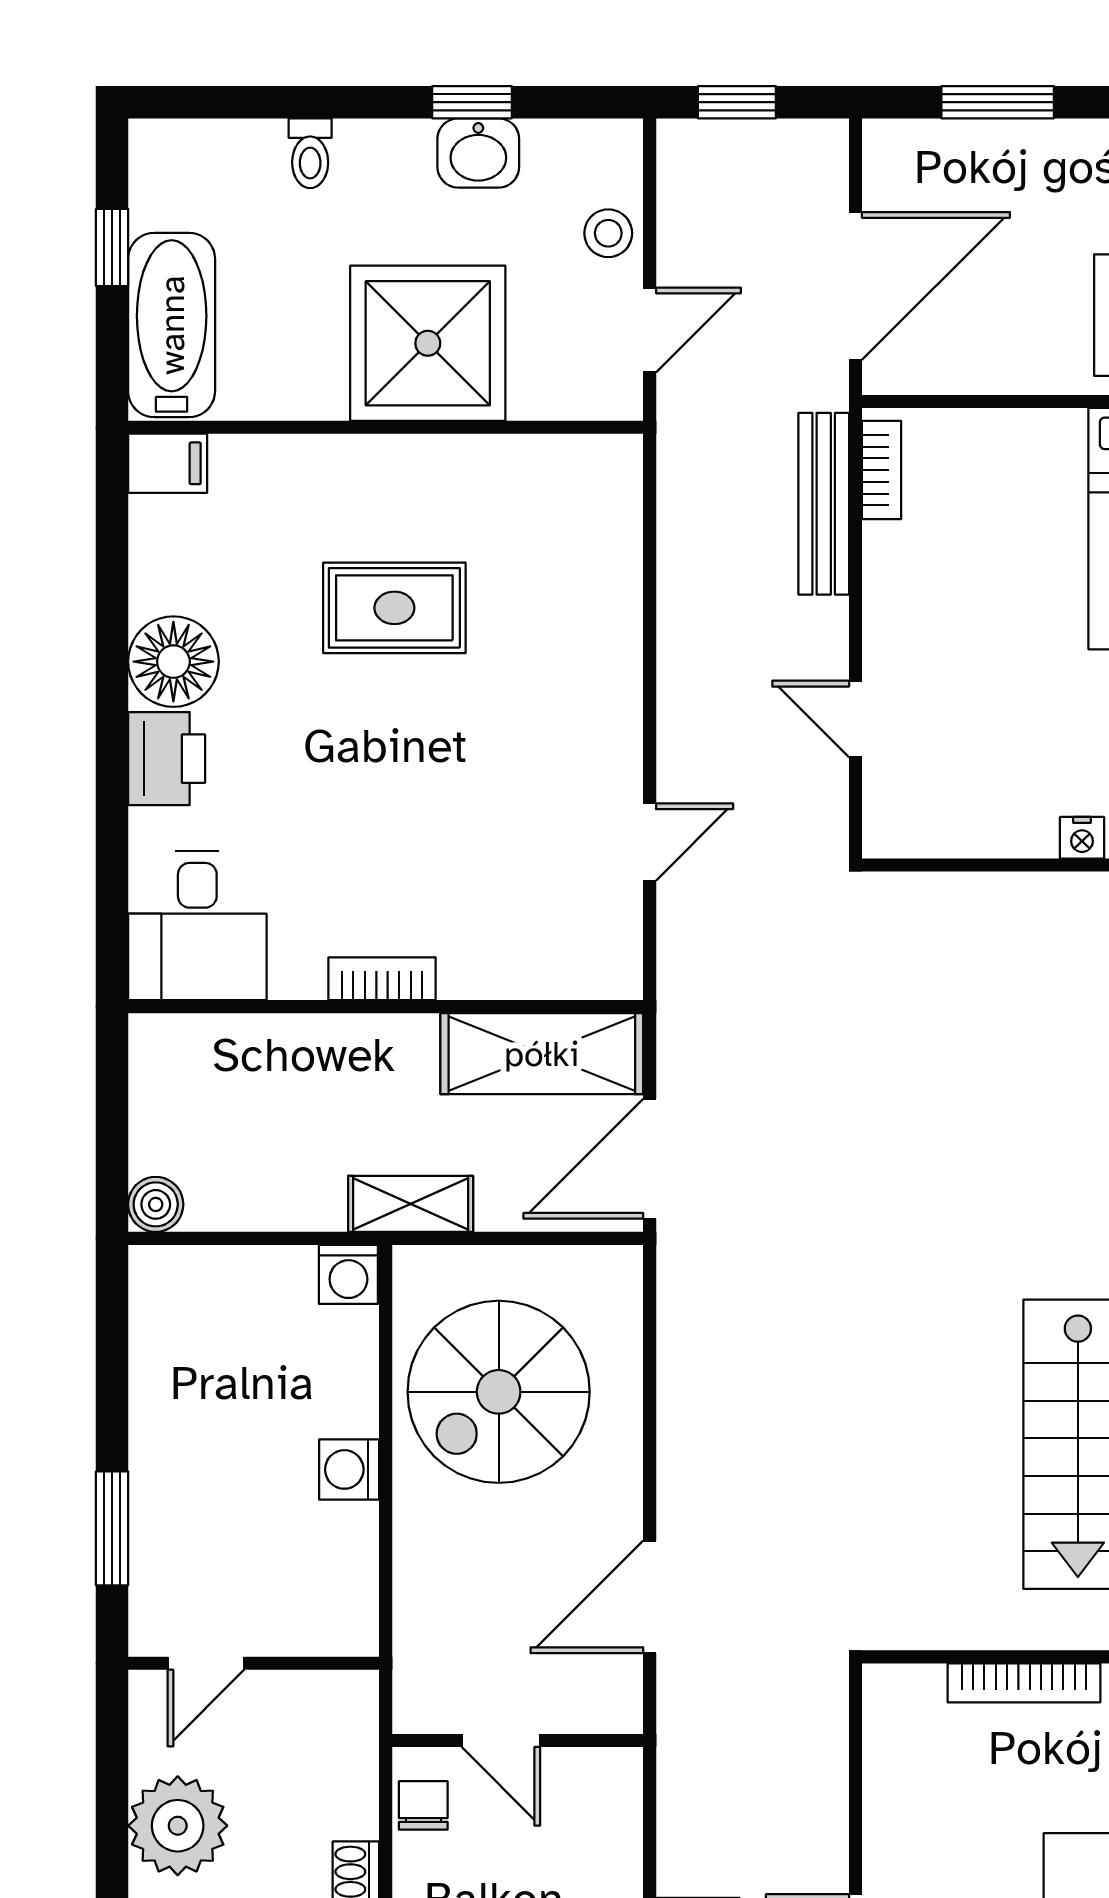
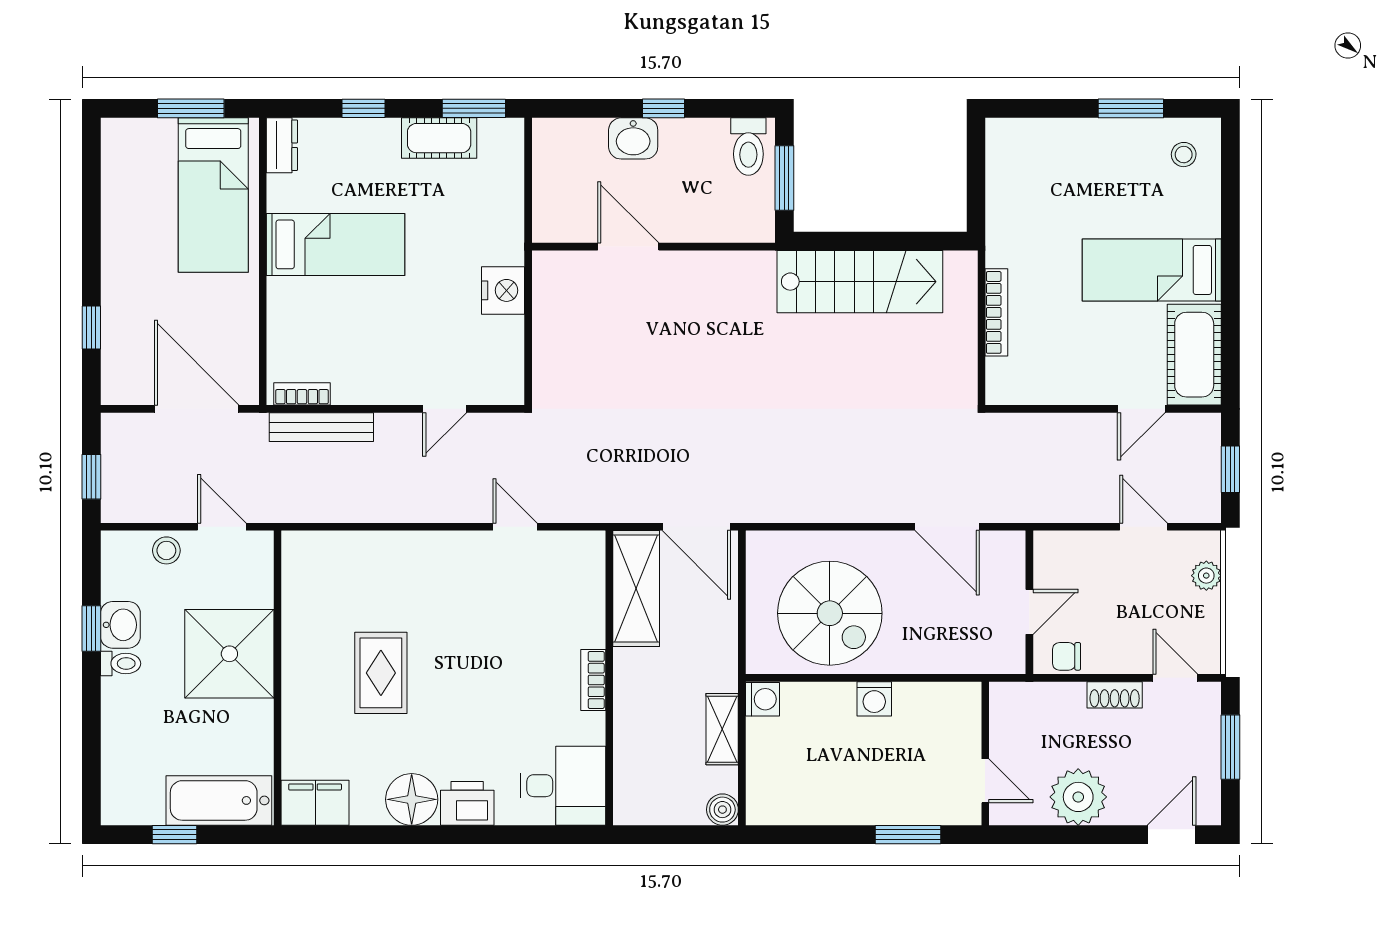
window: (998, 102) -> (91, 327), width x0.67
toilet: (310, 153) -> (121, 663), moved
filing cabinet: (168, 463) -> (315, 803), width x2.00
nightstand: (1082, 838) -> (503, 290), width x1.89, depth x1.79
shelving: (411, 1204) -> (722, 729), moved

